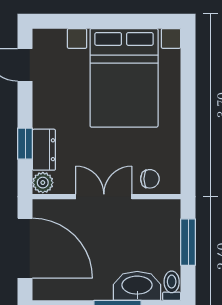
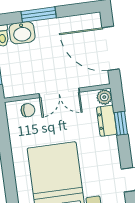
chair: (150, 179) -> (28, 110), turned 180
washbasin: (137, 286) -> (22, 33), width x0.72

